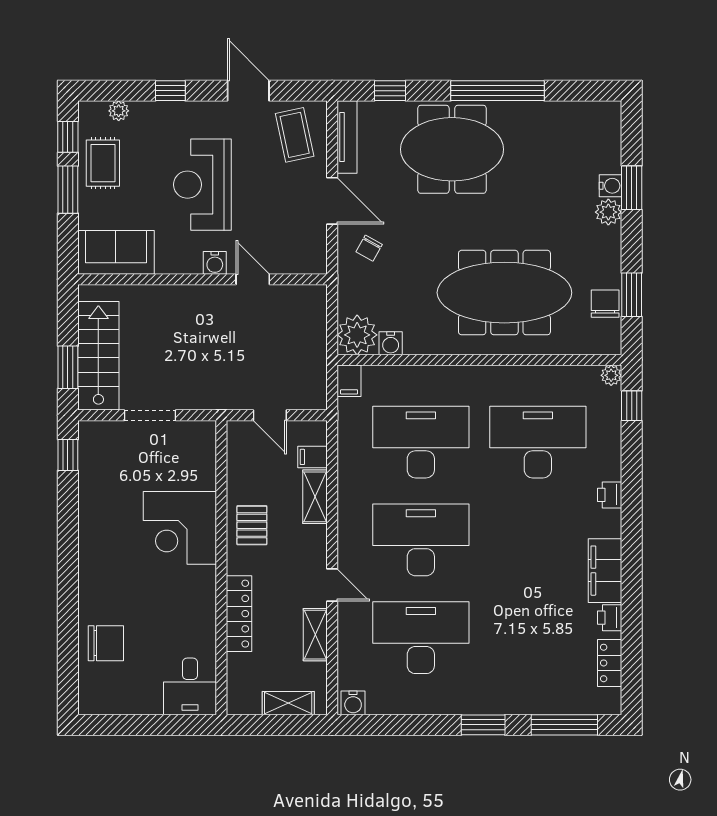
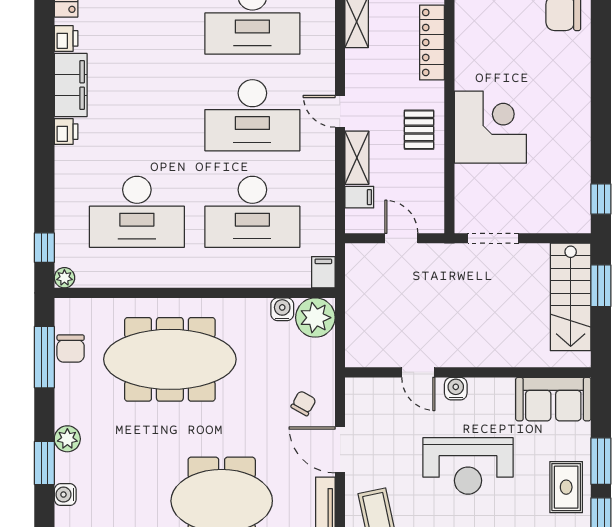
reception desk: (202, 185) -> (468, 466), turned 90
water cooler: (610, 186) -> (65, 495), moved
window: (632, 295) -> (44, 357), width x1.44
doorway: (150, 415) -> (493, 238), moved
printer: (610, 495) -> (66, 132), moved
door: (332, 585) -> (340, 111), moved

